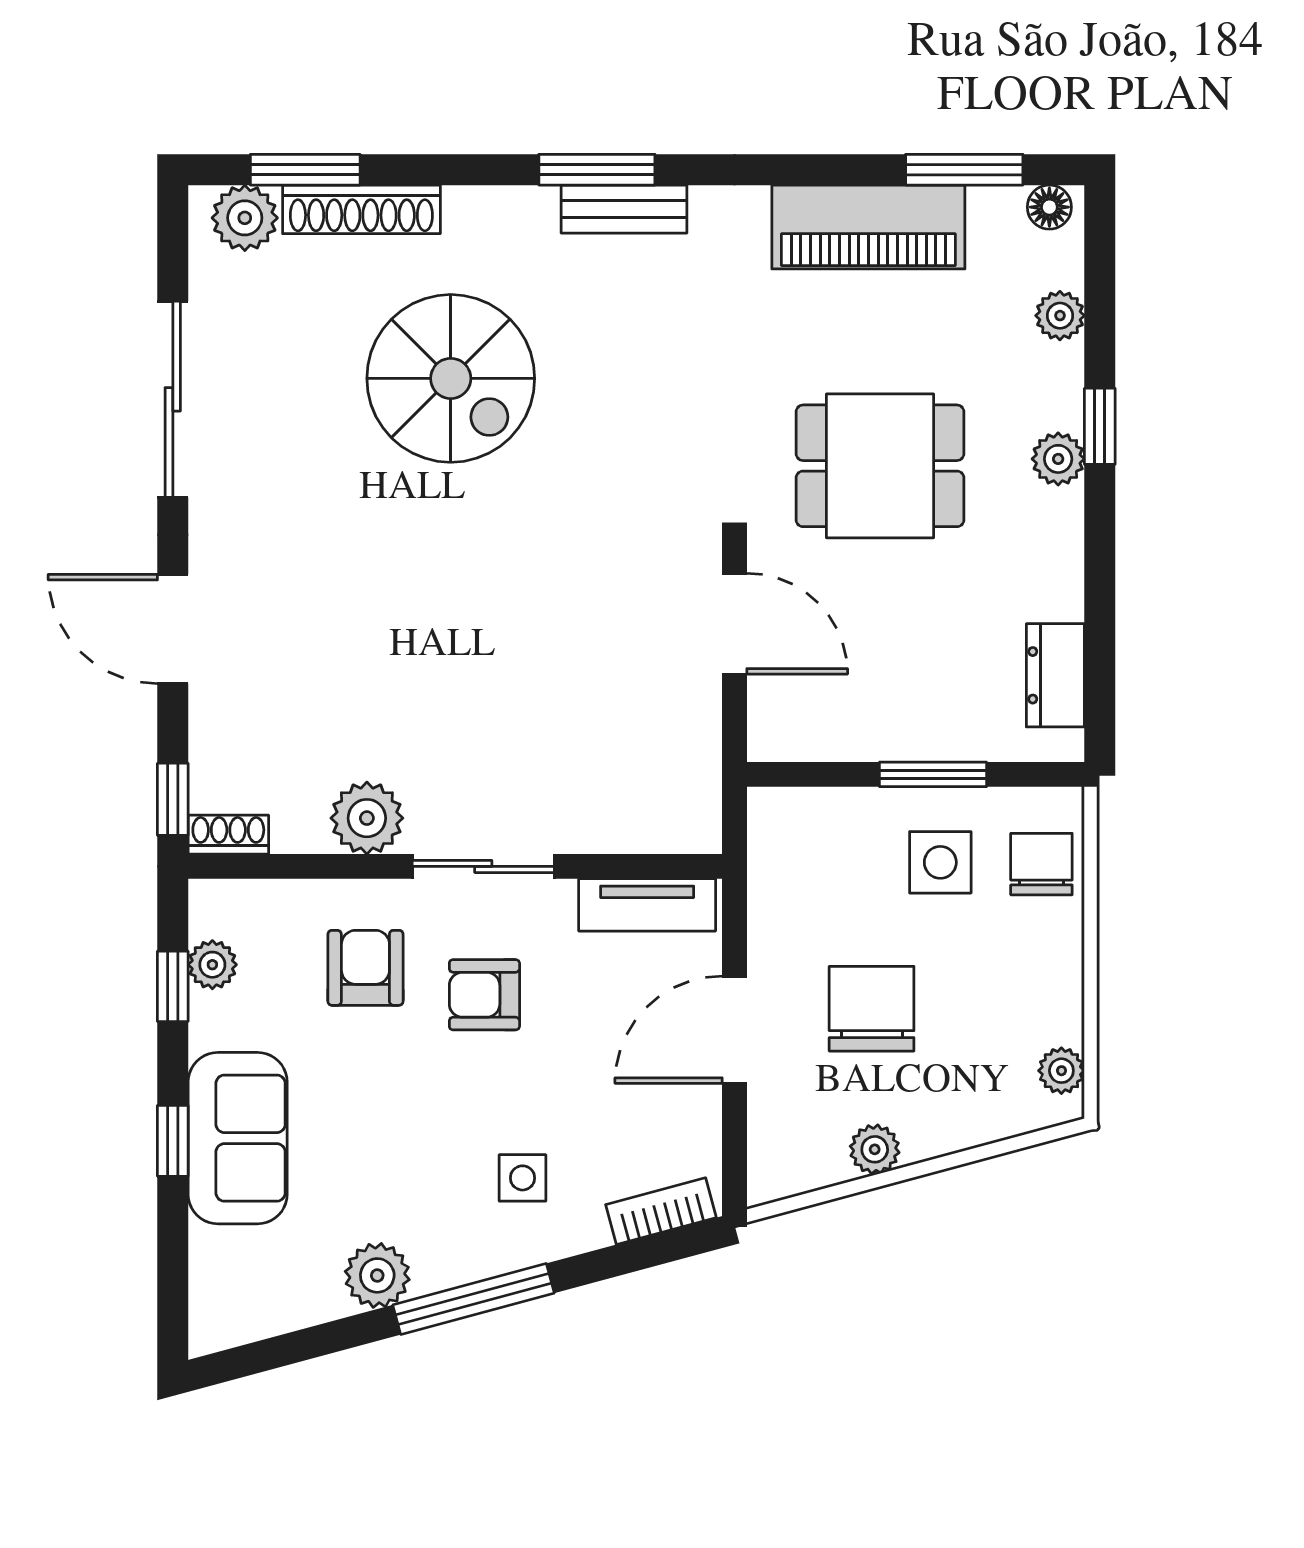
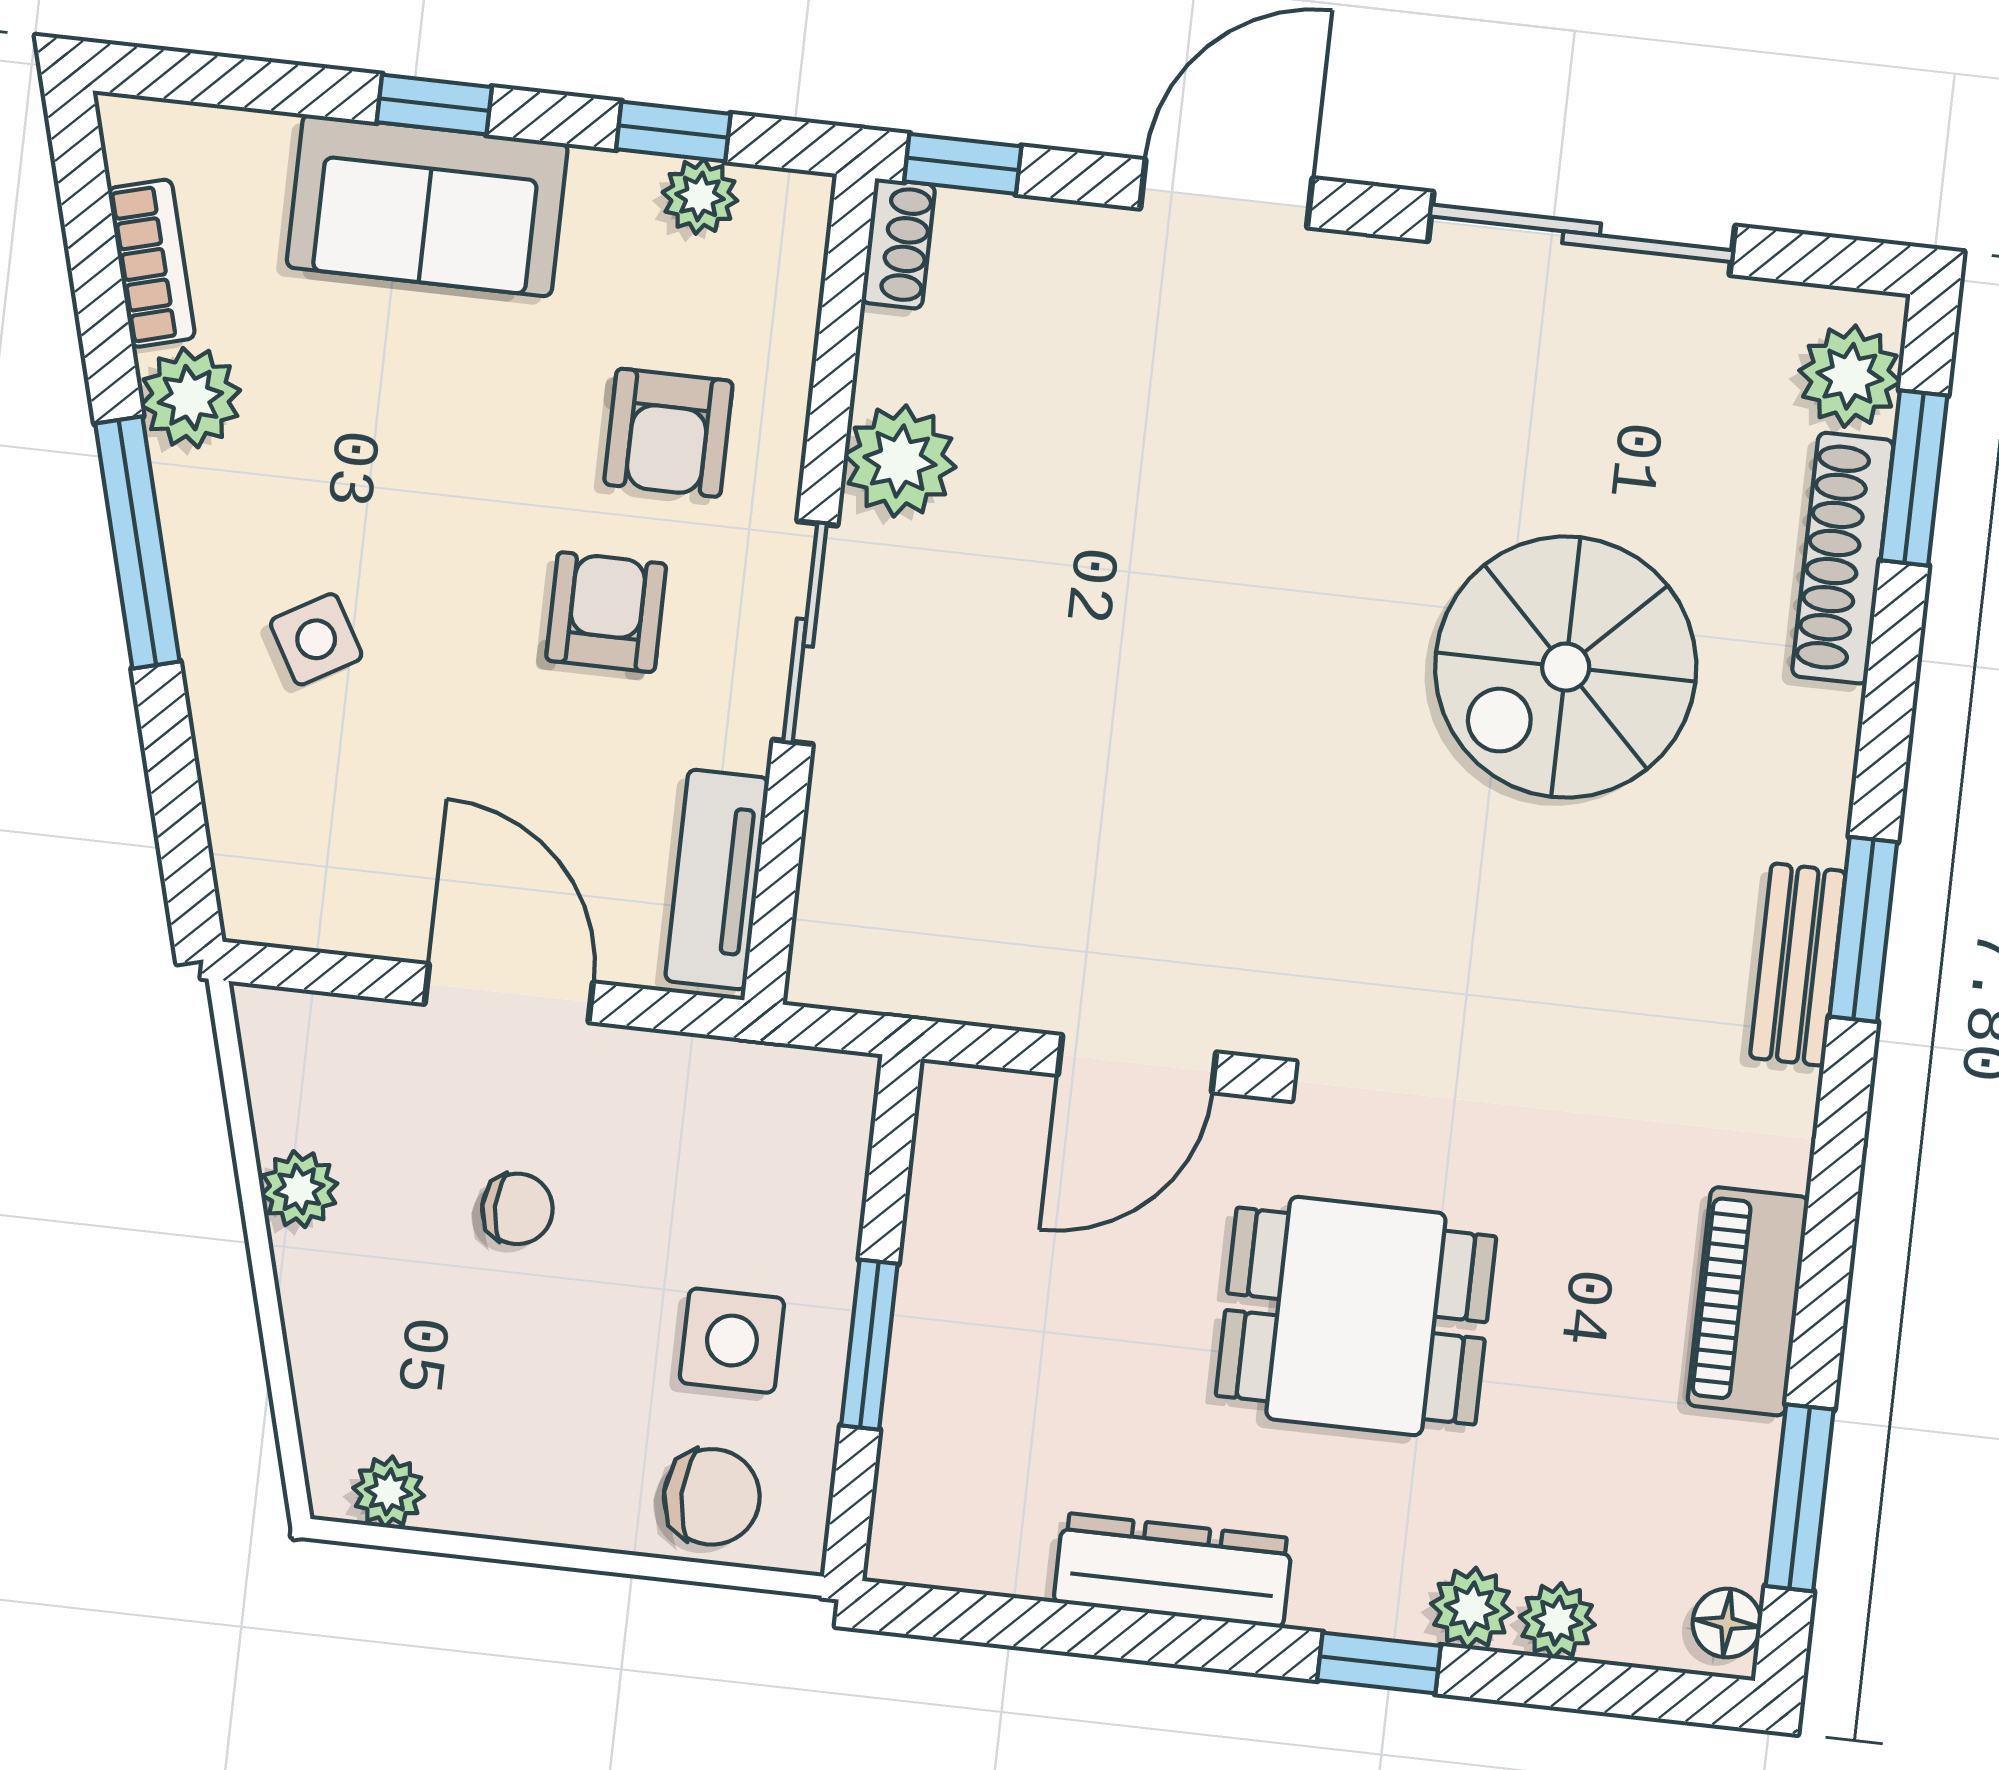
piano: (868, 227) -> (1748, 1301), width x0.73, depth x0.75
plant: (1058, 459) -> (1471, 1608), moved
dining table: (880, 466) -> (1356, 1316), turned 90
dresser: (1055, 675) -> (1173, 1570), moved, width x1.44
armchair: (365, 968) -> (668, 433), turned 90
chair: (872, 1009) -> (517, 1209), width x0.54, depth x0.54
side table: (523, 1178) -> (316, 639), turned -30
bookcase: (661, 1211) -> (152, 263), moved

